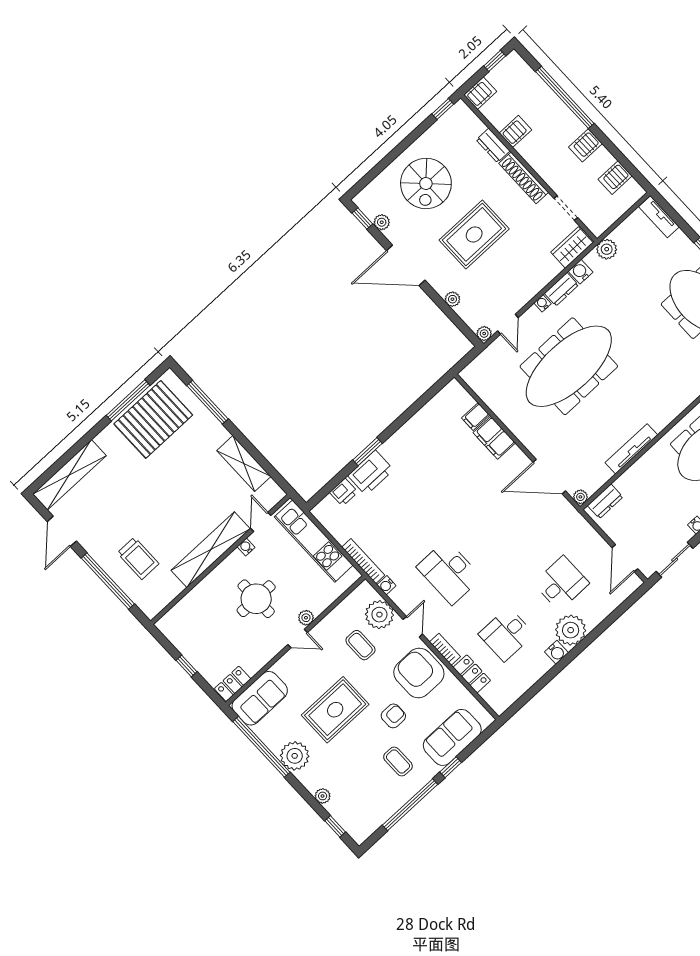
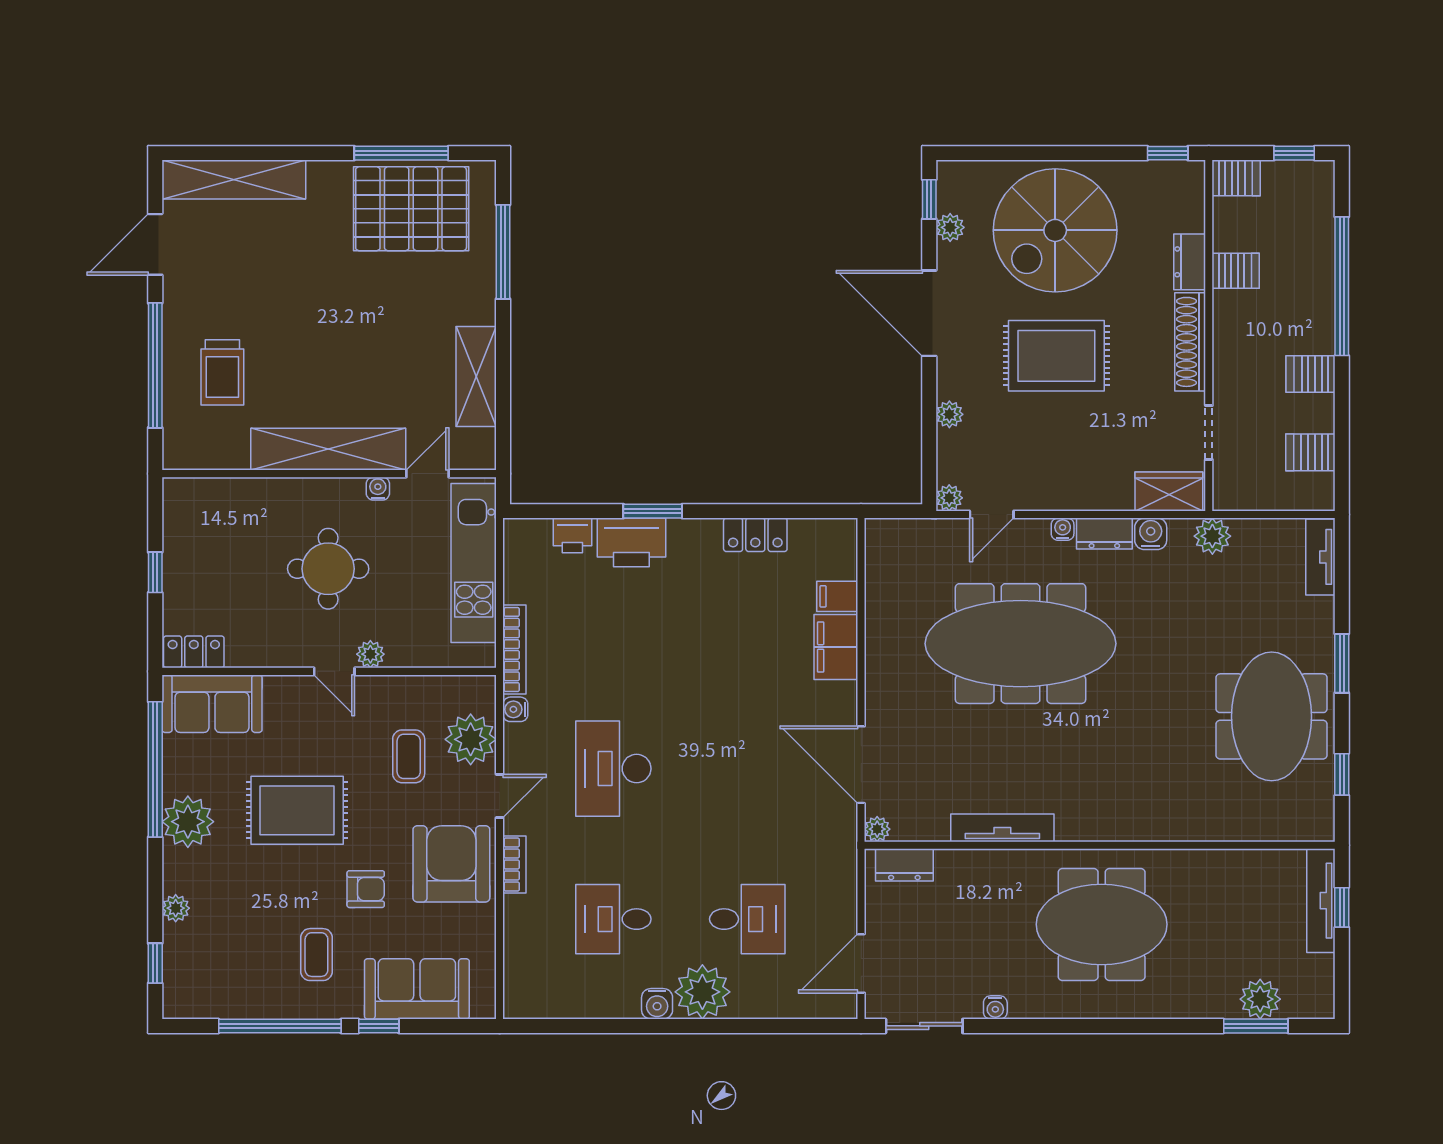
spiral stairs: (426, 183) -> (1055, 230), width x1.37, depth x1.37
locker: (472, 674) -> (755, 535), moved, turned 90

